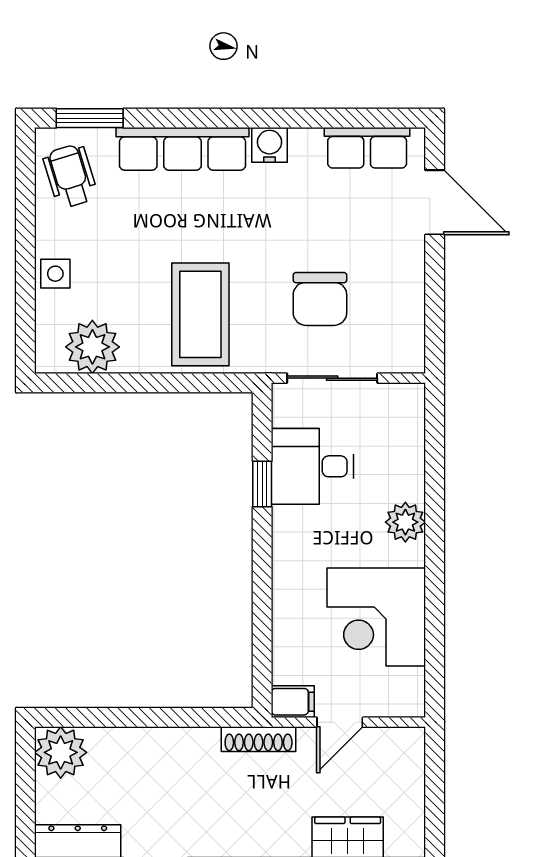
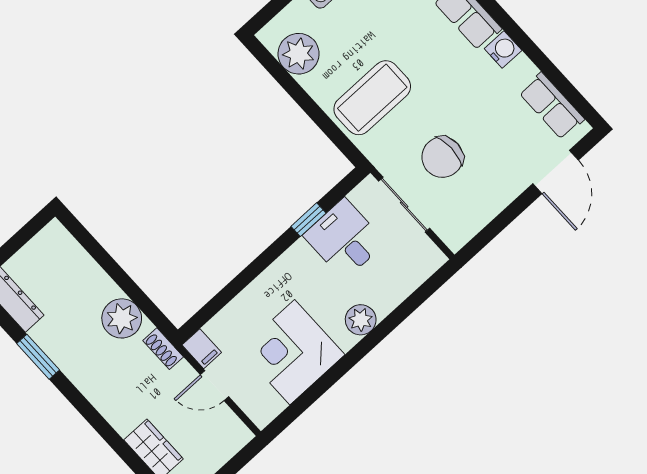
shoe rack: (259, 739) -> (163, 349), width x0.70
plant: (61, 752) -> (122, 318), moved

